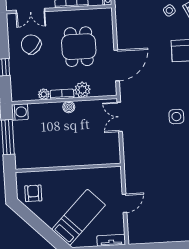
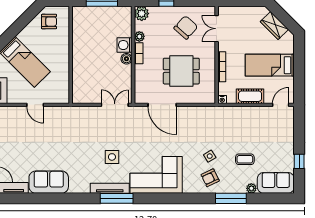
plant: (82, 90) -> (142, 14), moved
washing machine: (20, 112) -> (124, 45), moved, turned 90

